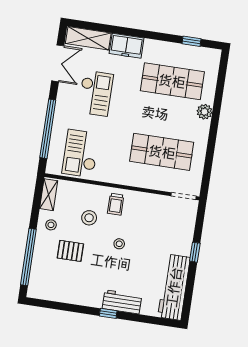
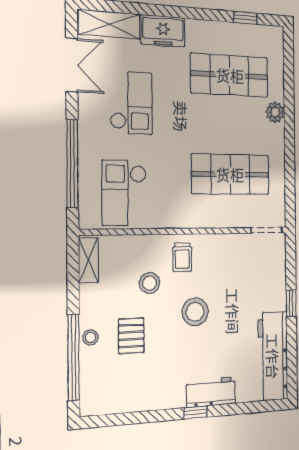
stool: (51, 225) -> (90, 337), moved
stool: (119, 244) -> (195, 312), width x1.89, depth x1.89
pallet: (70, 251) -> (131, 336), turned 90

